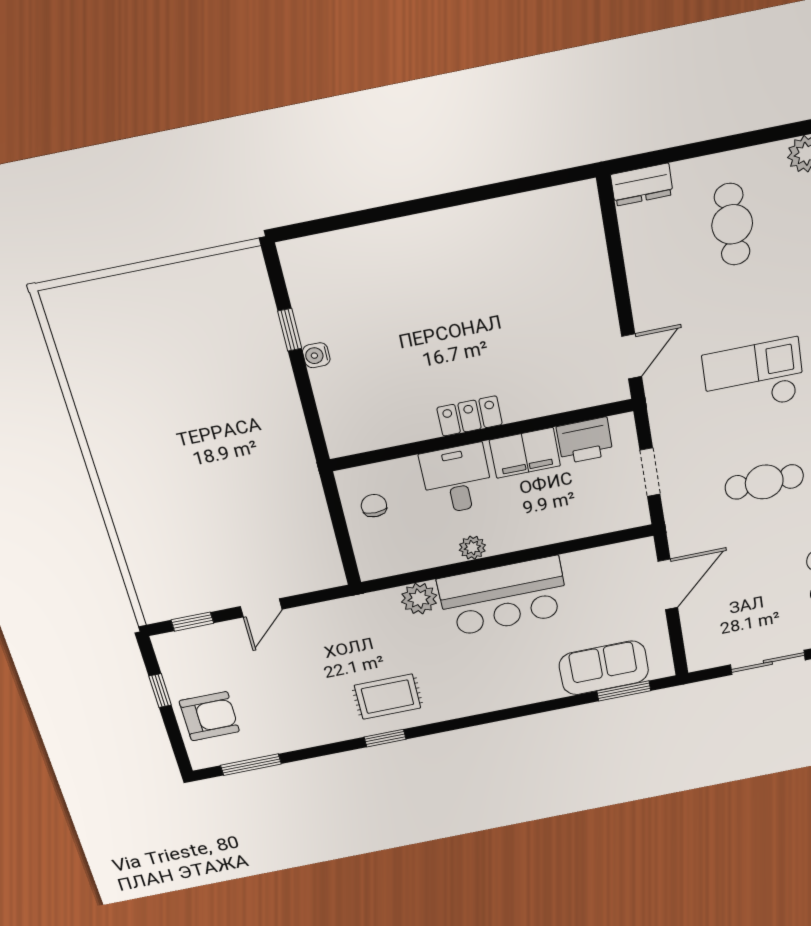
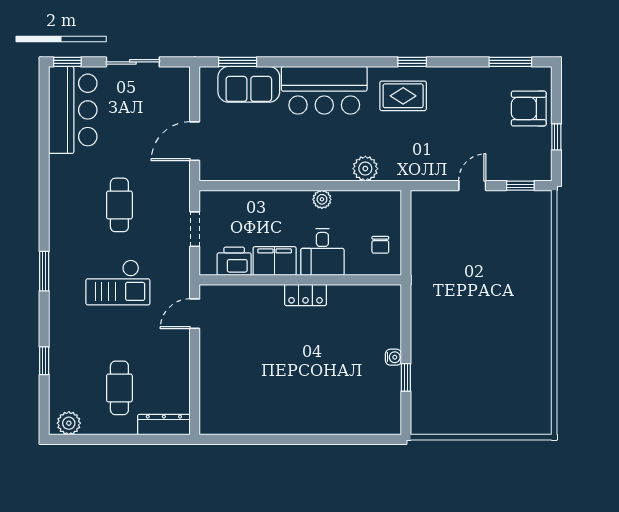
dresser: (642, 185) -> (164, 425), width x1.44
cafe table: (764, 482) -> (119, 205), turned 90
bar counter: (503, 596) -> (324, 90), moved, turned 180

